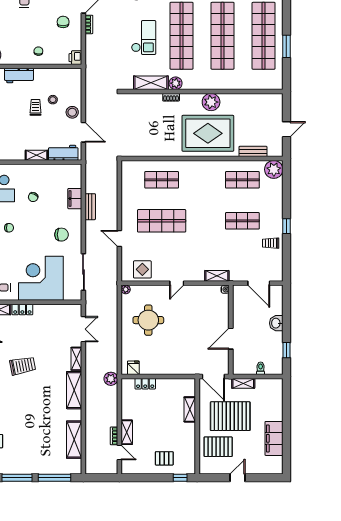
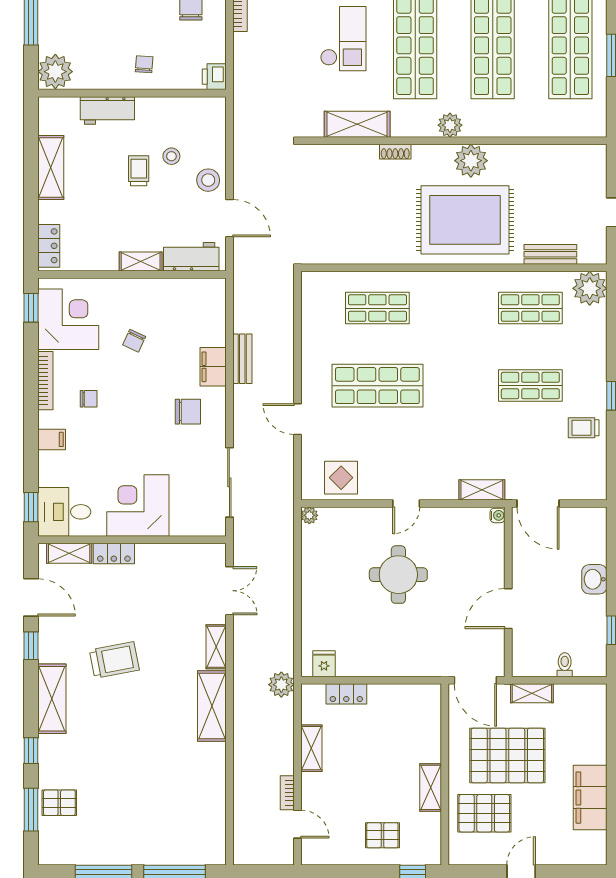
plant: (176, 83) -> (450, 125), moved
filing cabinet: (75, 199) -> (213, 367), moved
corner desk: (41, 278) -> (138, 505), width x0.74, depth x0.74
door: (259, 283) -> (538, 503), moved
round table: (148, 320) -> (398, 575), moved
shelving: (190, 409) -> (431, 787), moved
shelving: (127, 432) -> (311, 748), moved
shelving: (74, 440) -> (212, 800), removed

